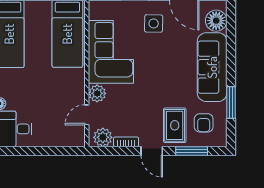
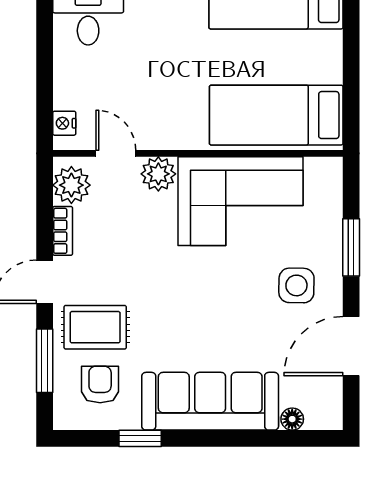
floor lamp: (216, 21) -> (292, 419), width x0.53, depth x0.53
window: (231, 103) -> (140, 438), width x0.67
armchair: (204, 123) -> (100, 384), turned 90
nightstand: (72, 141) -> (64, 123), added

